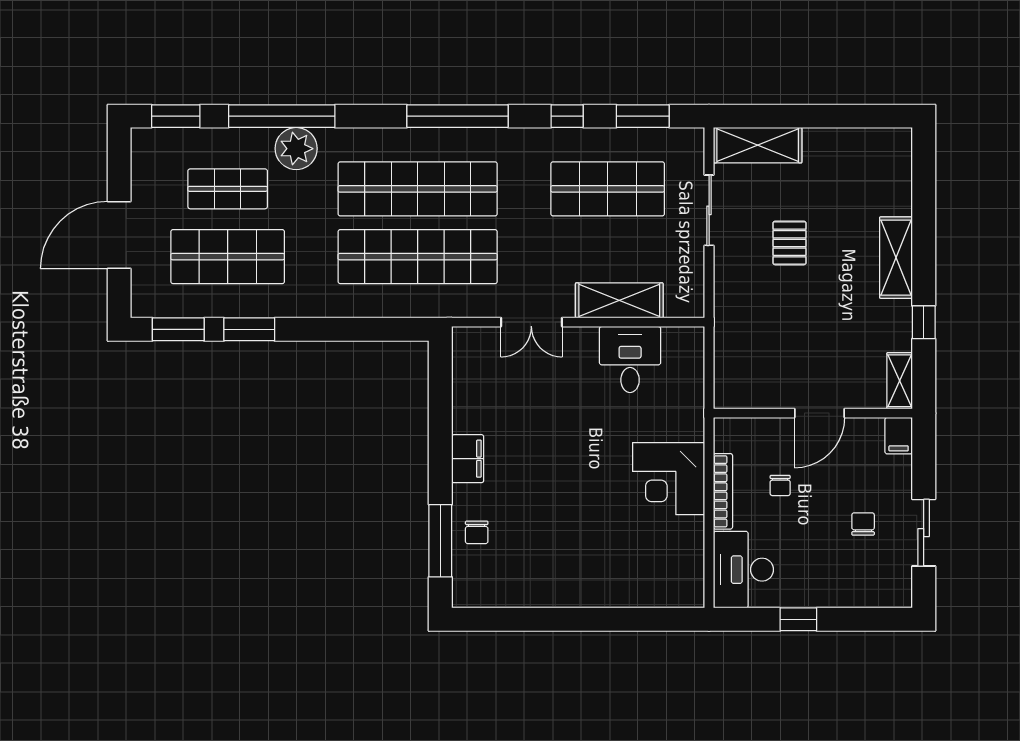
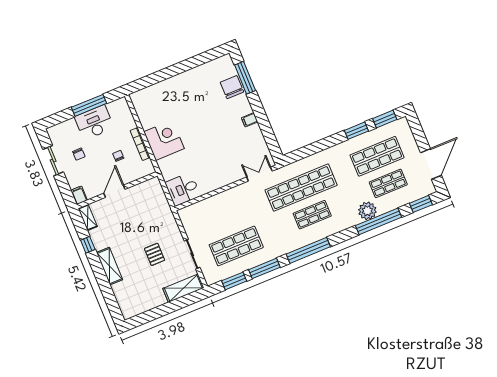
window: (567, 116) -> (264, 268), width x2.17
shop shelf: (418, 189) -> (312, 215), width x0.50, depth x0.74
door: (119, 235) -> (431, 164), moved
shelving: (619, 300) -> (213, 203), removed
double door: (531, 322) -> (259, 174), moved
desk: (630, 360) -> (183, 189), moved, turned 90
filing cabinet: (468, 459) -> (250, 120), width x0.50
chair: (477, 532) -> (232, 87), width x1.87, depth x1.87
desk: (743, 570) -> (94, 123), moved, turned -90
window: (798, 619) -> (89, 105), width x2.17

